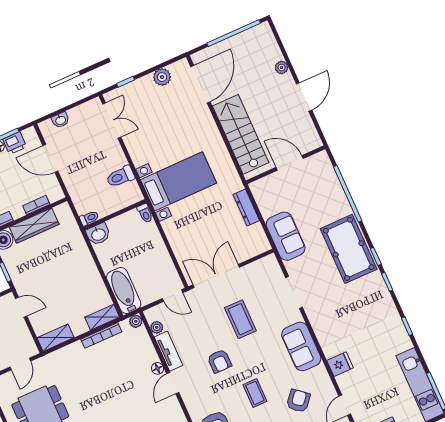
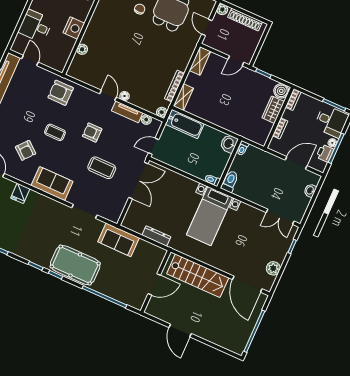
plant: (282, 68) -> (209, 336), removed
toilet: (120, 177) -> (230, 181), moved
wardrobe: (34, 226) -> (273, 110), width x0.67

